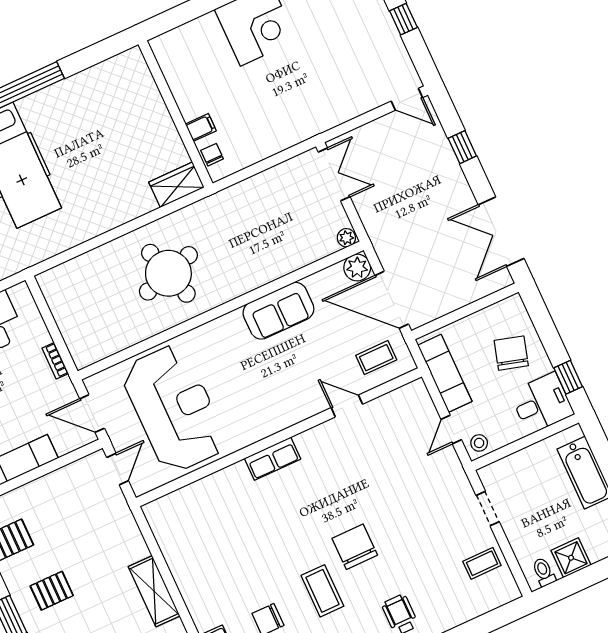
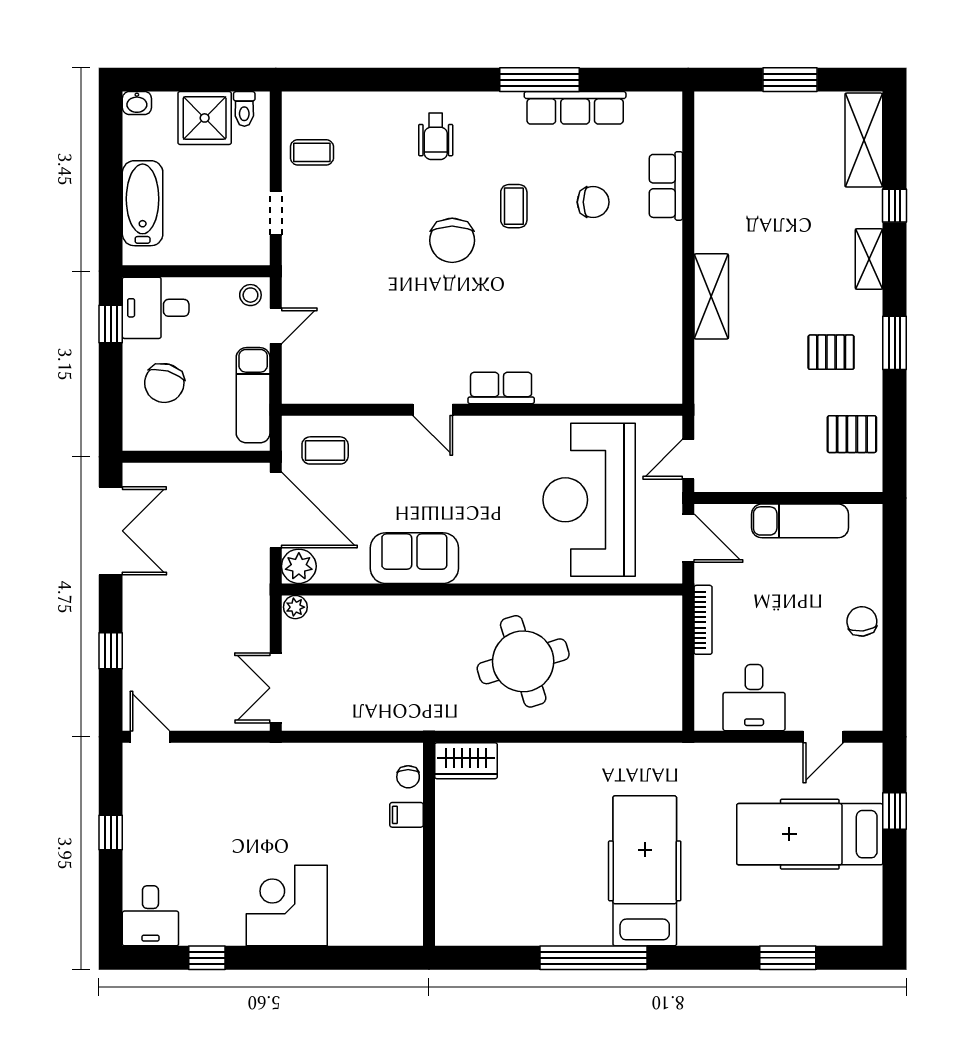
bookcase: (55, 361) -> (703, 620), width x1.56
door: (347, 406) -> (433, 410), moved
shower: (571, 558) -> (205, 118), width x1.36, depth x1.36
coffee table: (322, 591) -> (514, 206), width x0.73, depth x0.77

